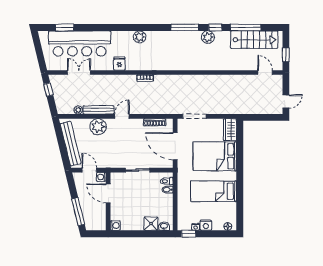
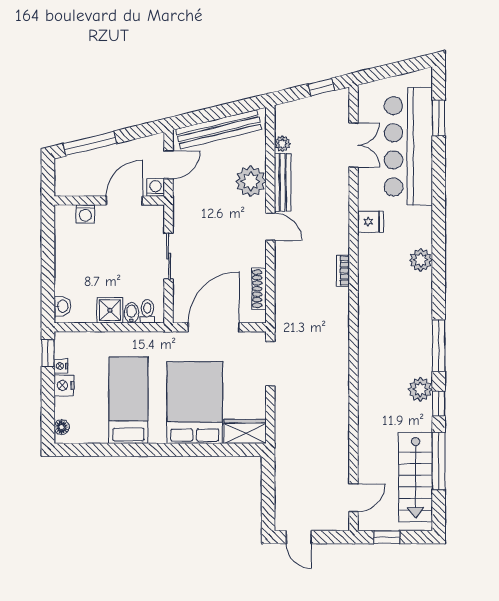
shower: (151, 224) -> (110, 310), moved
washing machine: (115, 226) -> (85, 214), moved

